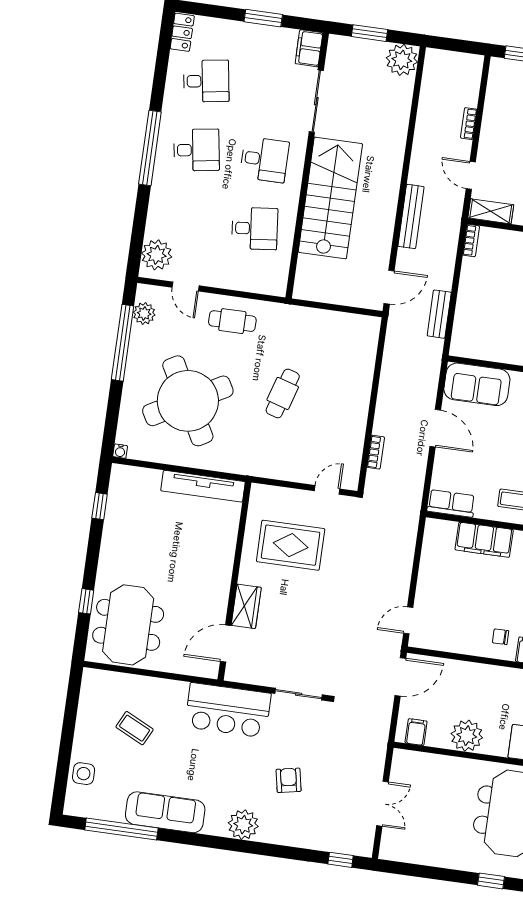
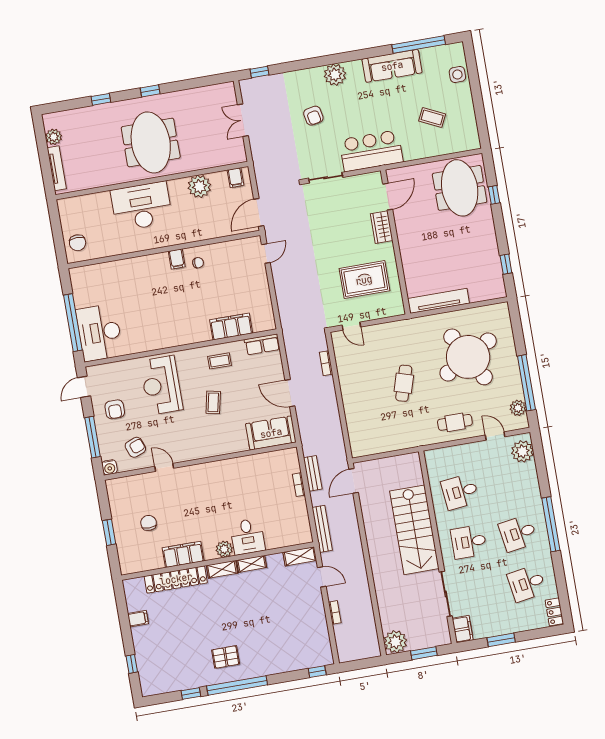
bench: (411, 216) -> (322, 529), moved
bookcase: (471, 240) -> (299, 485), moved
water cooler: (120, 451) -> (504, 307), removed
door: (327, 490) -> (351, 326), hinge flipped

